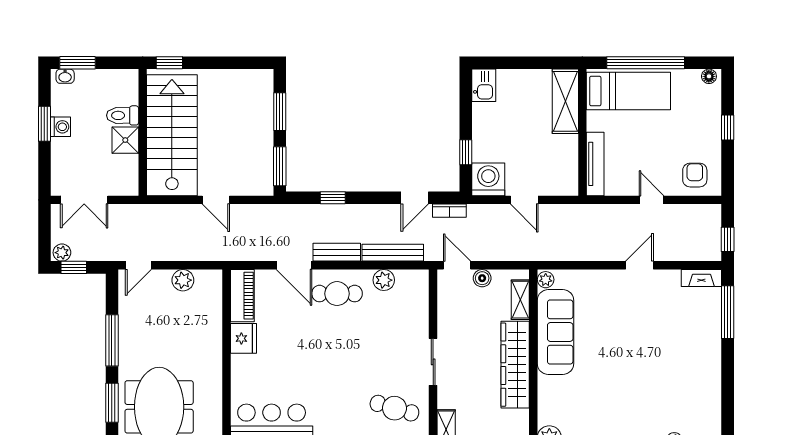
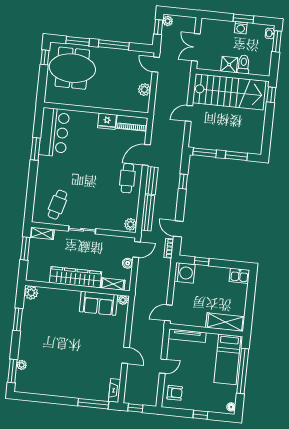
double door: (84, 200) -> (196, 47), moved
door: (524, 200) -> (168, 313), moved
plant: (384, 280) -> (131, 224), moved
sofa: (555, 332) -> (99, 303), width x0.73

